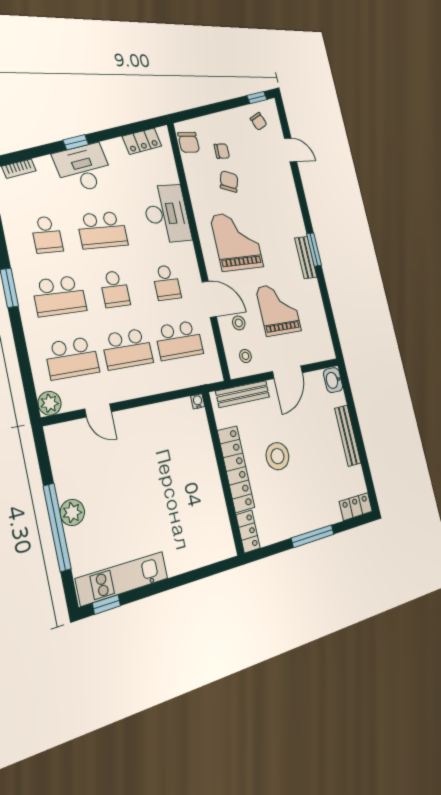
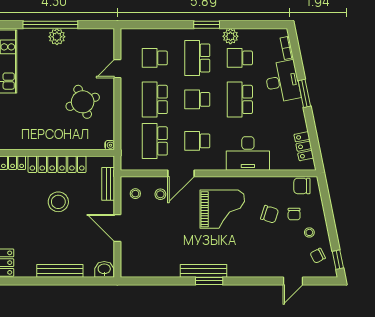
stool: (237, 132) -> (309, 232), added
window: (76, 142) -> (304, 93), width x1.50
desk: (84, 168) -> (282, 81), moved
bench: (306, 258) -> (204, 271), width x1.36
grand piano: (279, 309) -> (166, 233), removed
school desk: (72, 358) -> (155, 58), width x0.54
bench: (243, 394) -> (108, 184), width x0.73
plant: (50, 403) -> (230, 36), moved
round table: (152, 452) -> (83, 102), added

